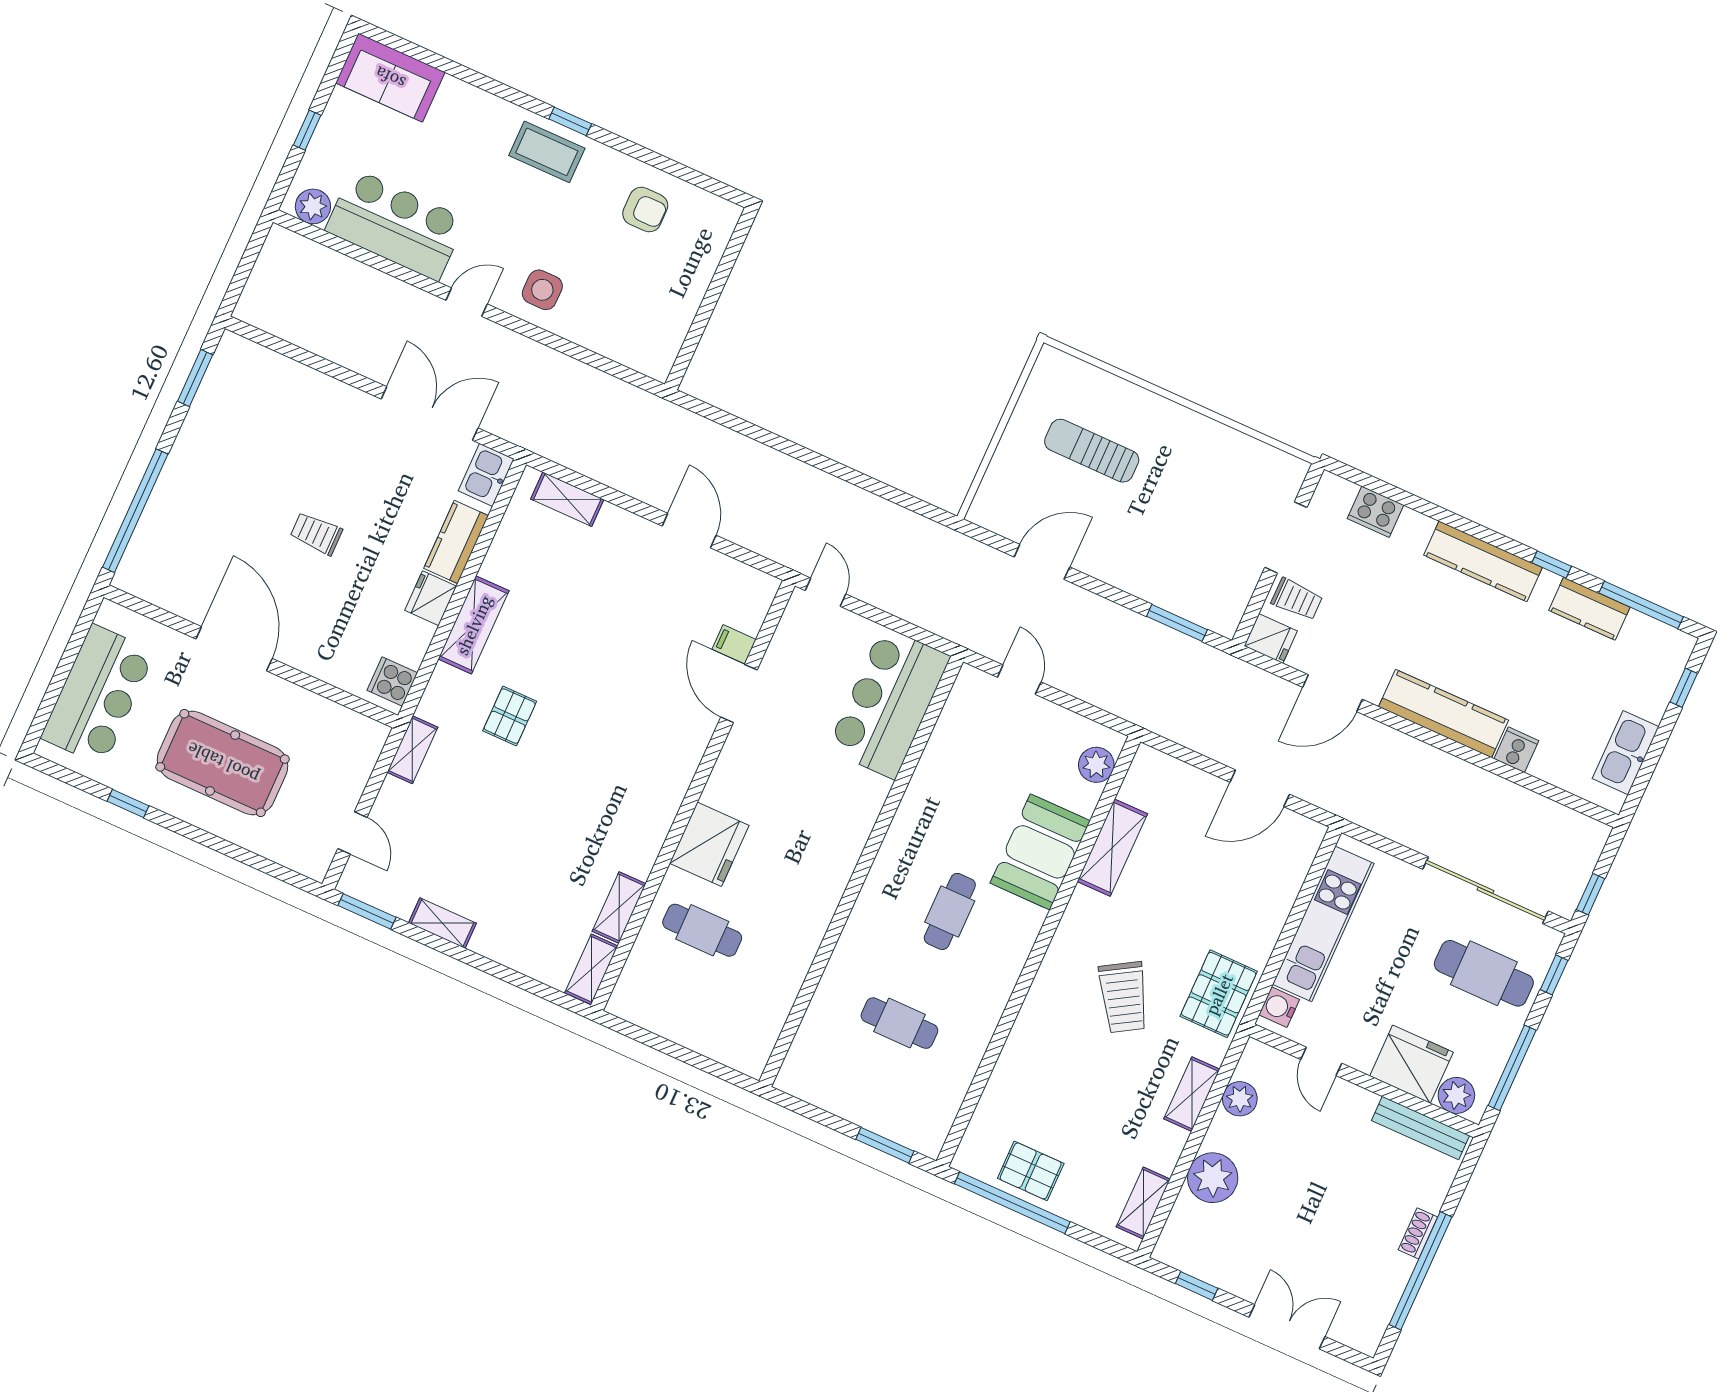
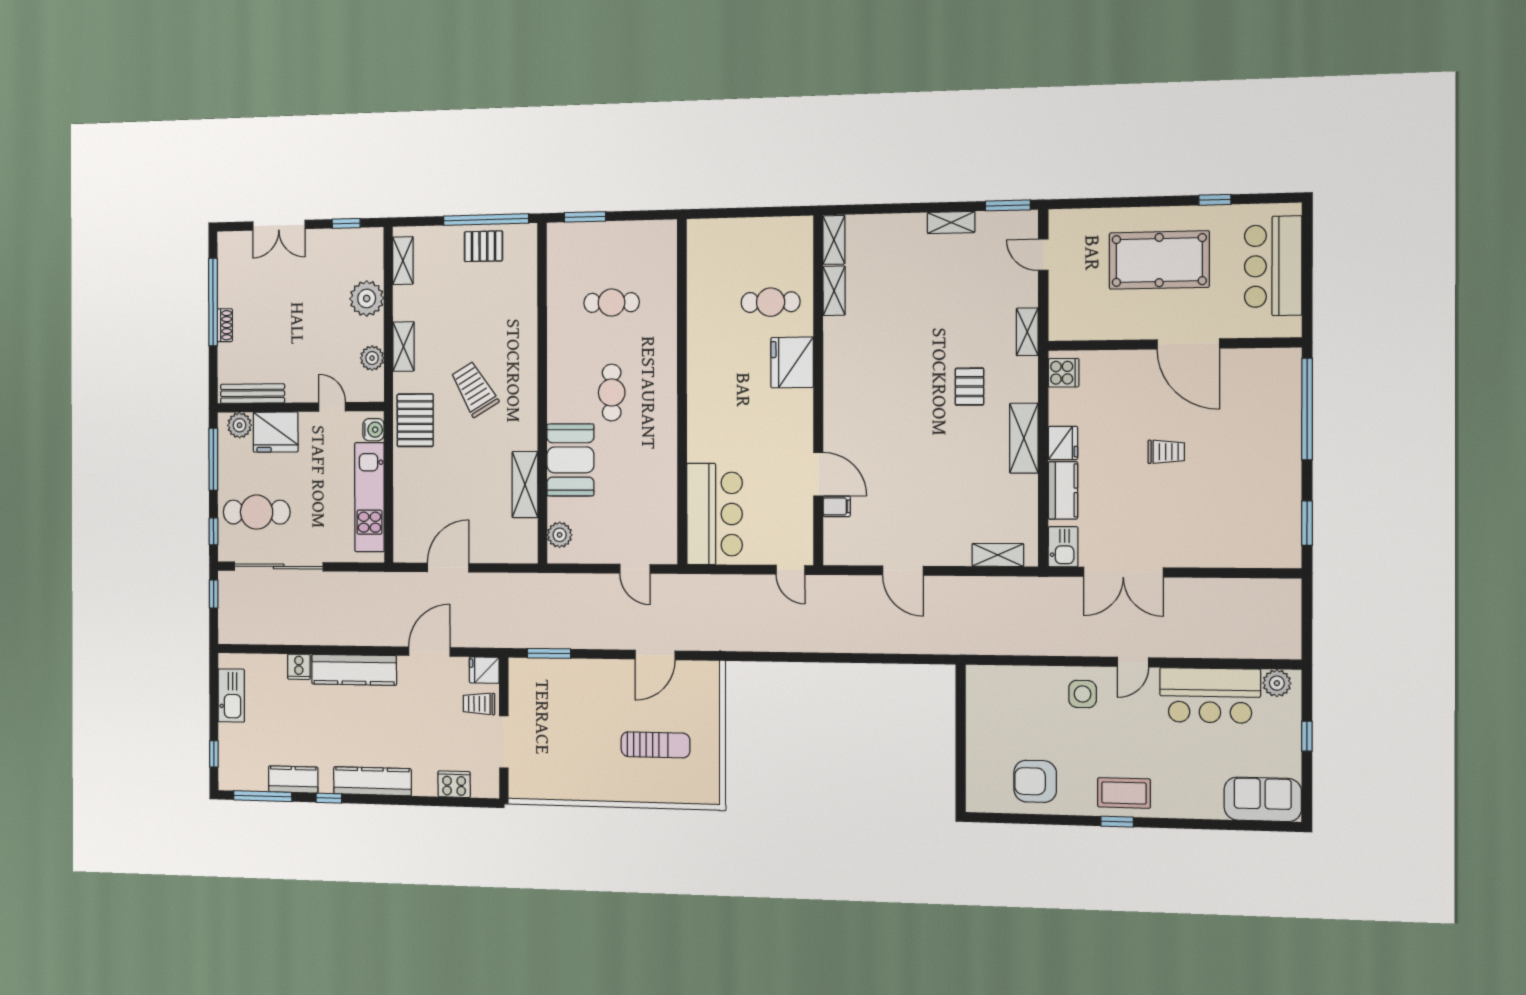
armchair: (645, 210) -> (1035, 781), width x1.38, depth x1.38

